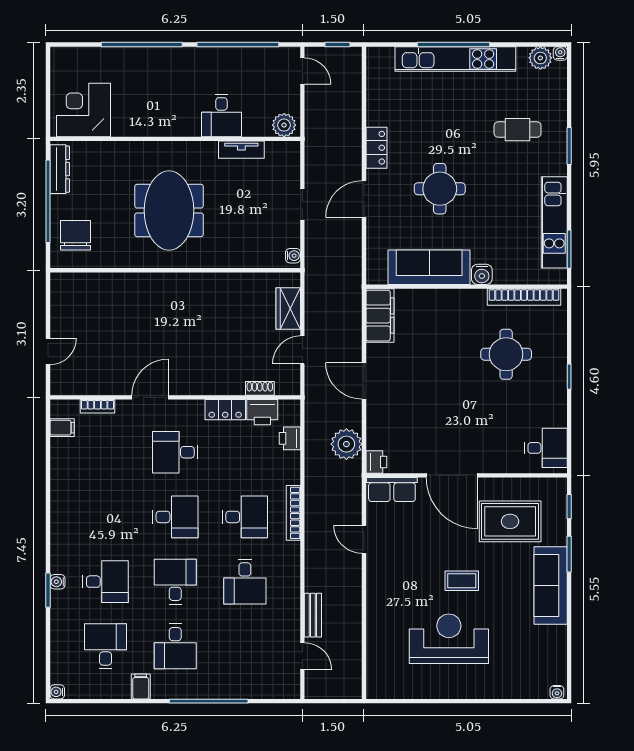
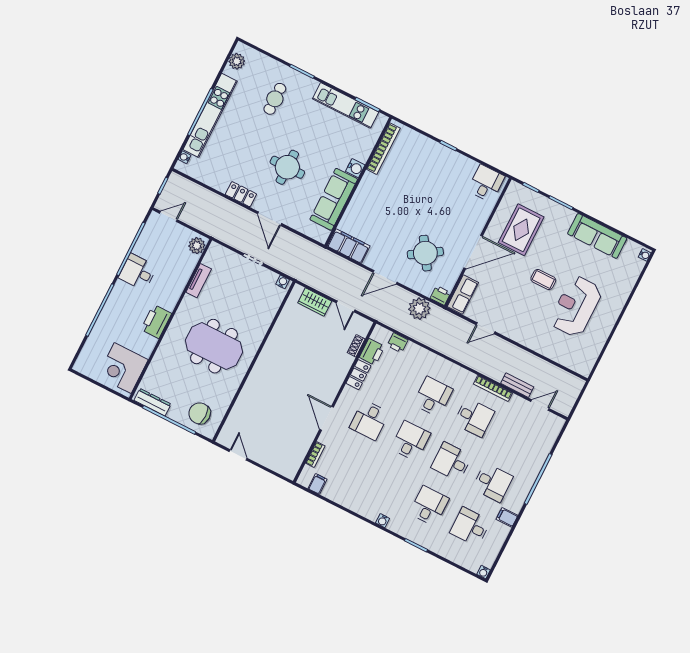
water cooler: (560, 53) -> (184, 157), moved
desk: (221, 115) -> (138, 272), moved, turned 180
printer: (163, 122) -> (156, 321), added
door: (48, 351) -> (238, 455), moved
round table: (506, 354) -> (425, 253), moved, turned -33
bookcase: (293, 513) -> (493, 388), moved
coffee table: (462, 581) -> (543, 280), turned 90
water cooler: (58, 582) -> (383, 521), moved
sofa: (551, 585) -> (597, 236), moved

